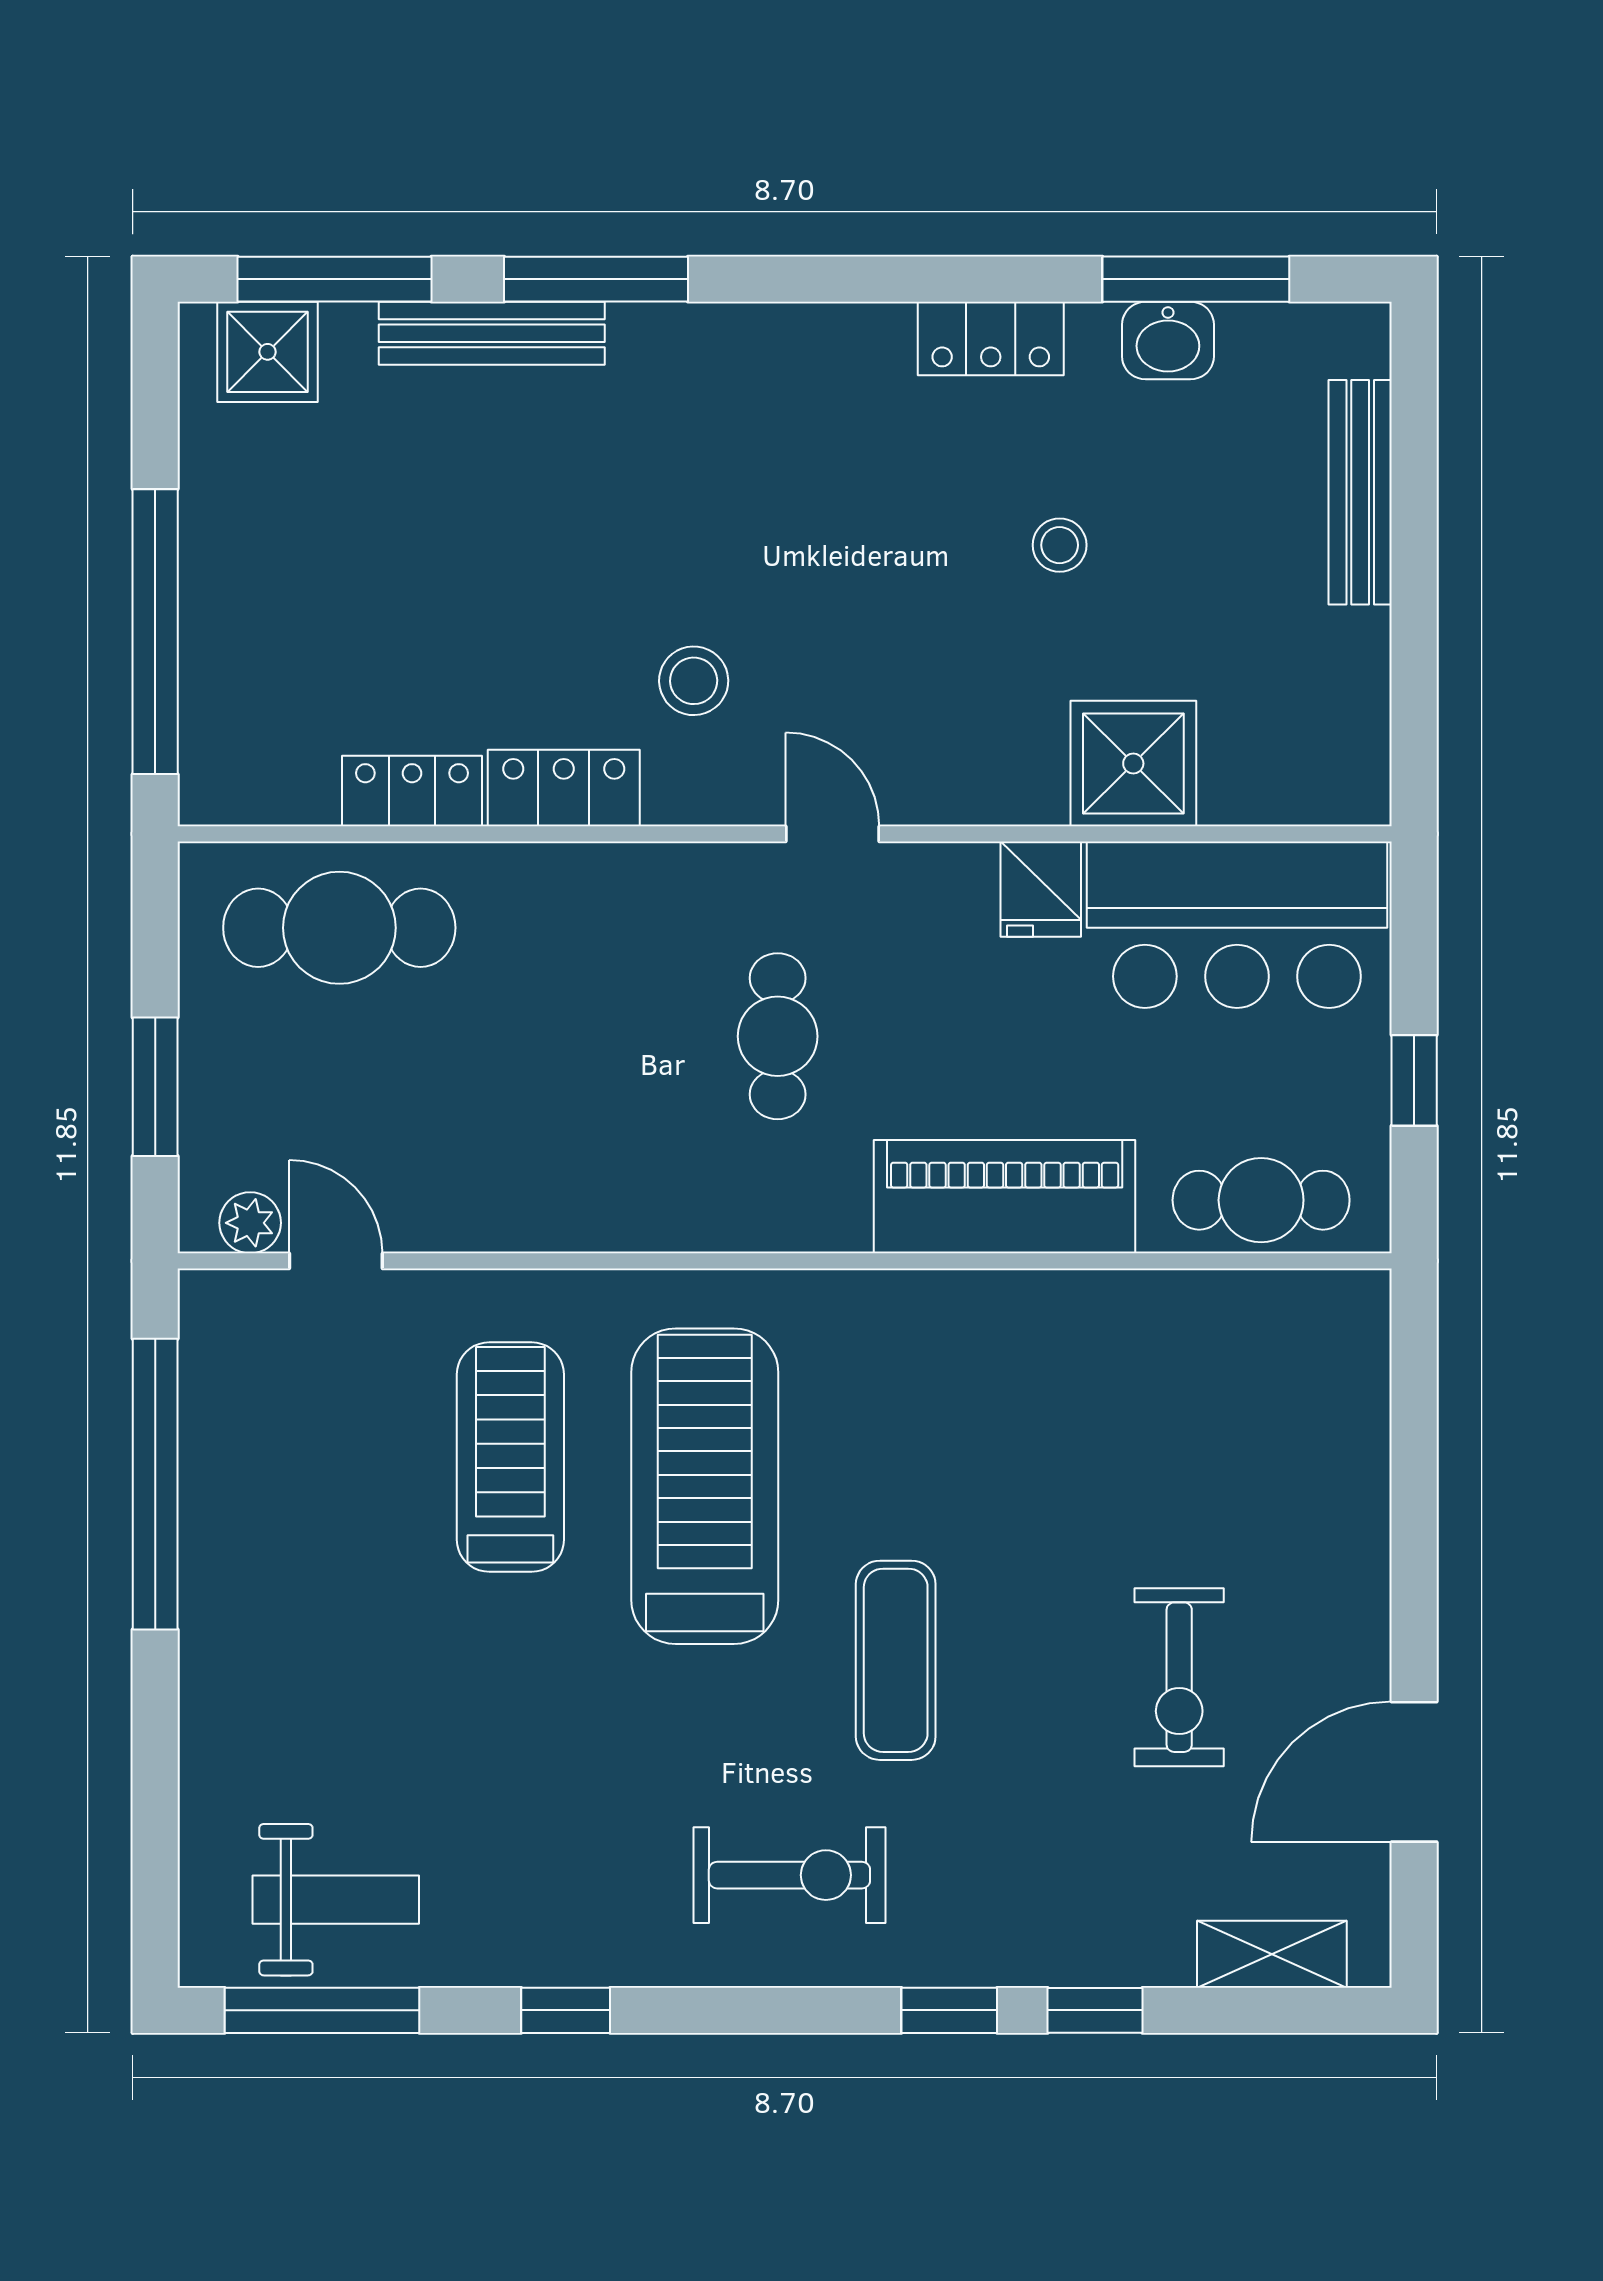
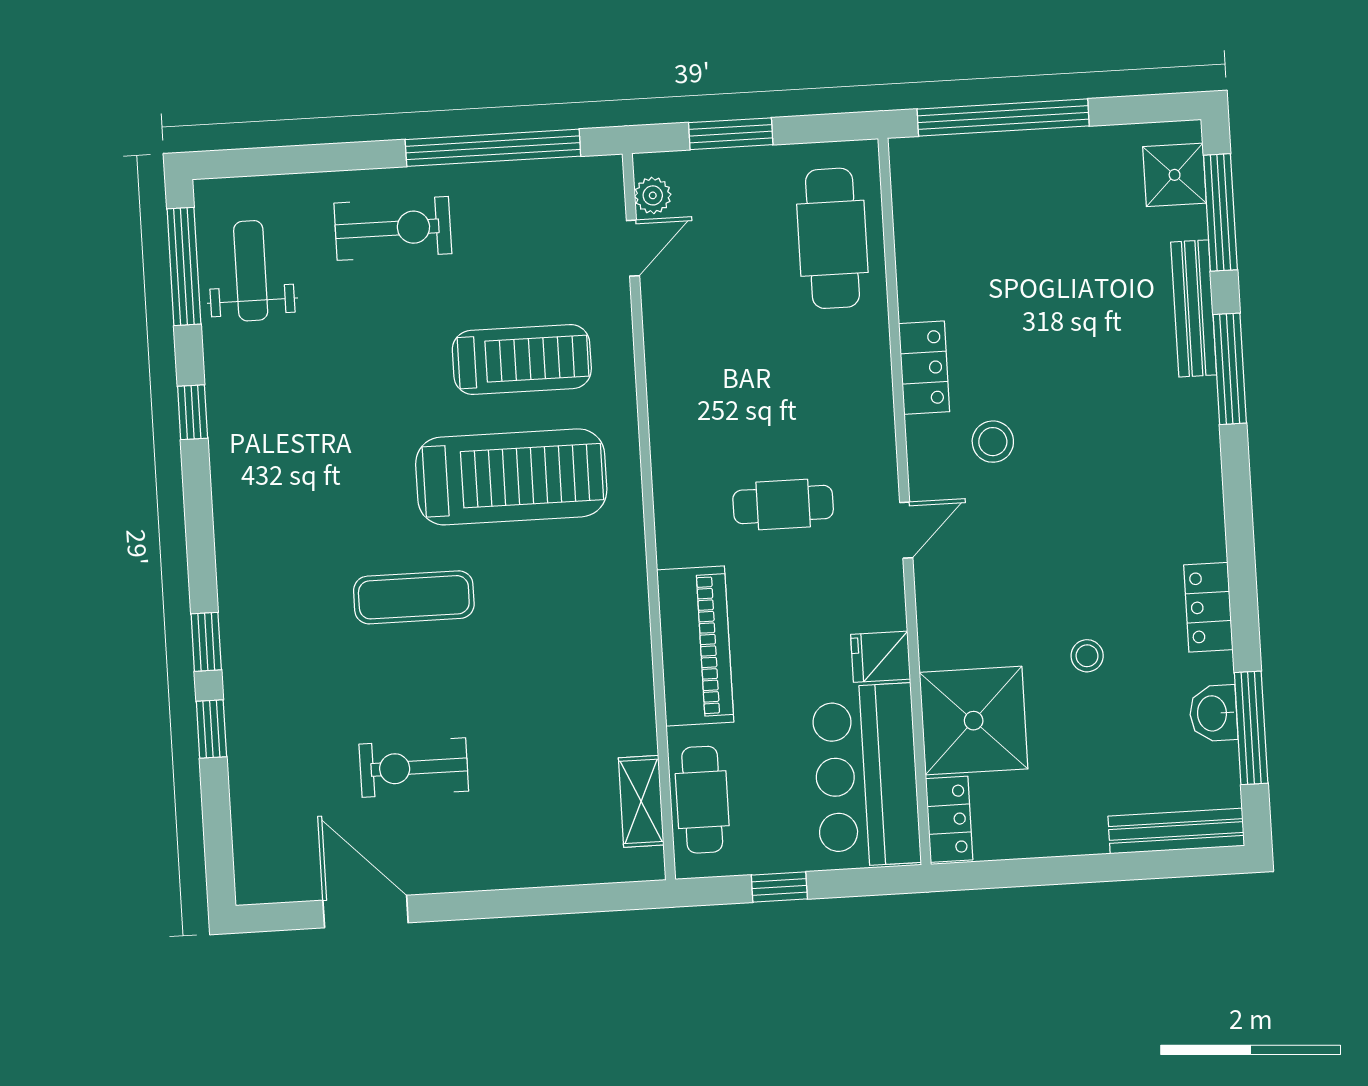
bench: (1360, 492) -> (1176, 831), moved
shower: (1133, 763) -> (974, 721), width x1.37, depth x1.37
locker: (412, 791) -> (949, 819), moved
exercise bike: (789, 1875) -> (393, 228), moved, turned -90
weight bench: (336, 1900) -> (251, 271), turned 180
shelving: (1272, 1954) -> (641, 801), moved

